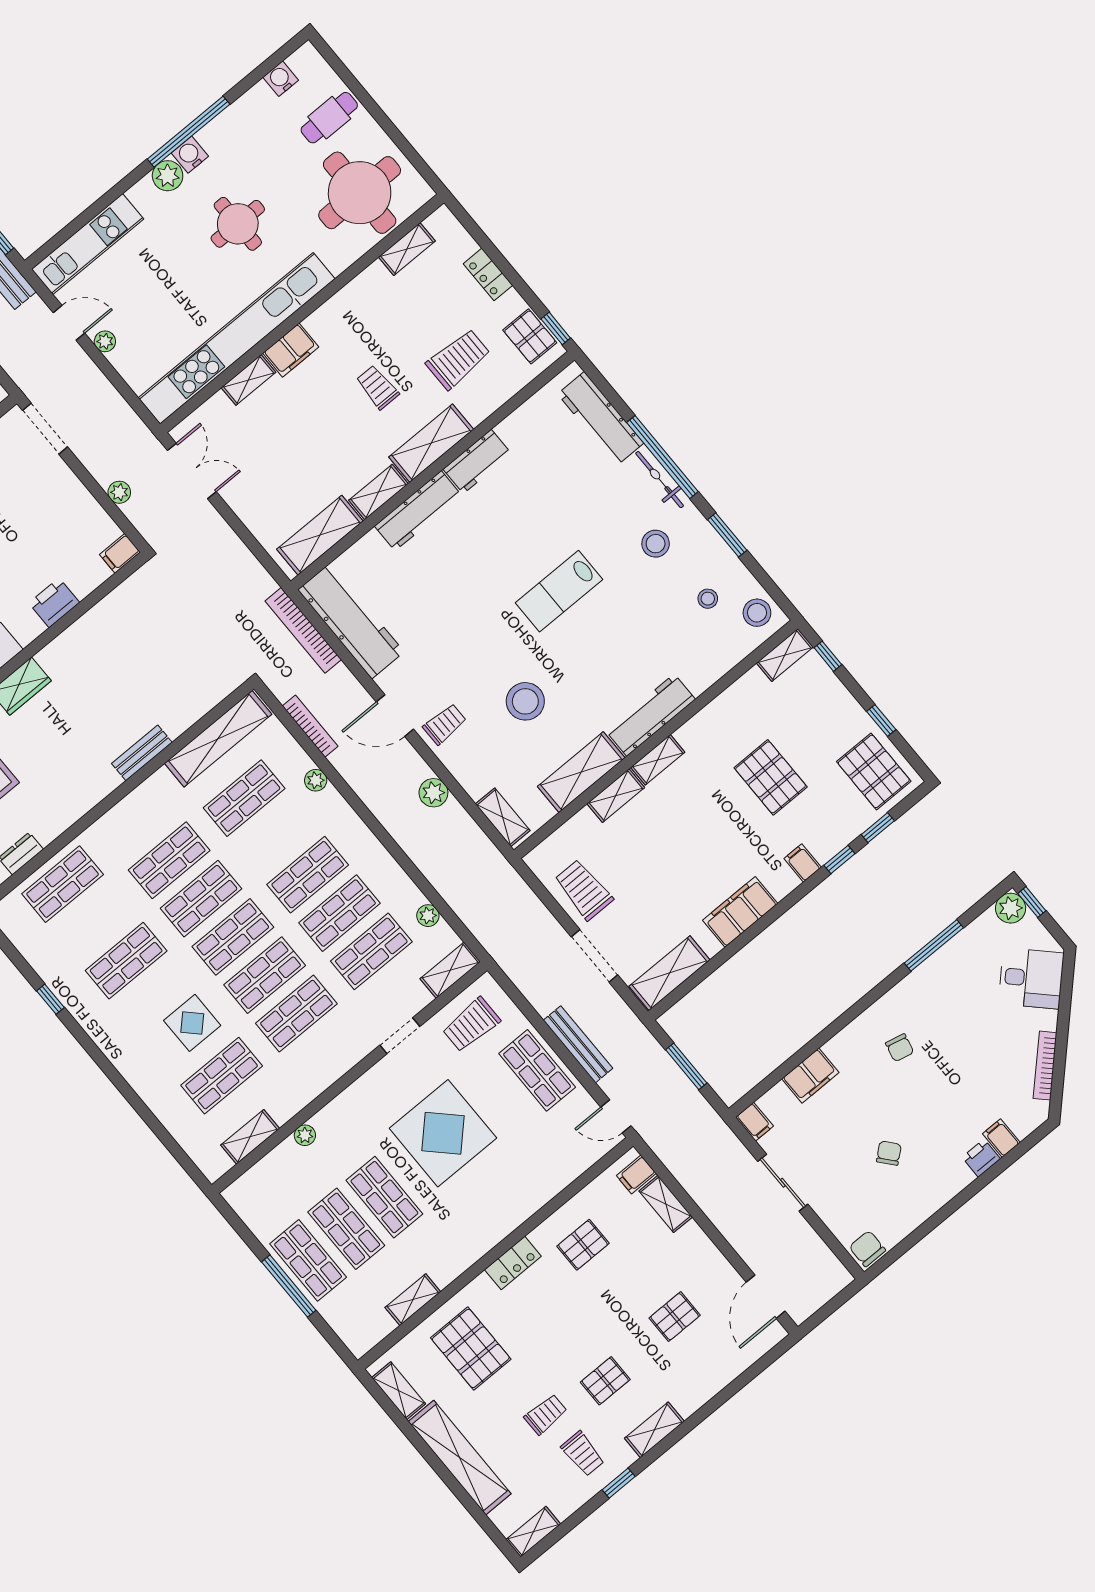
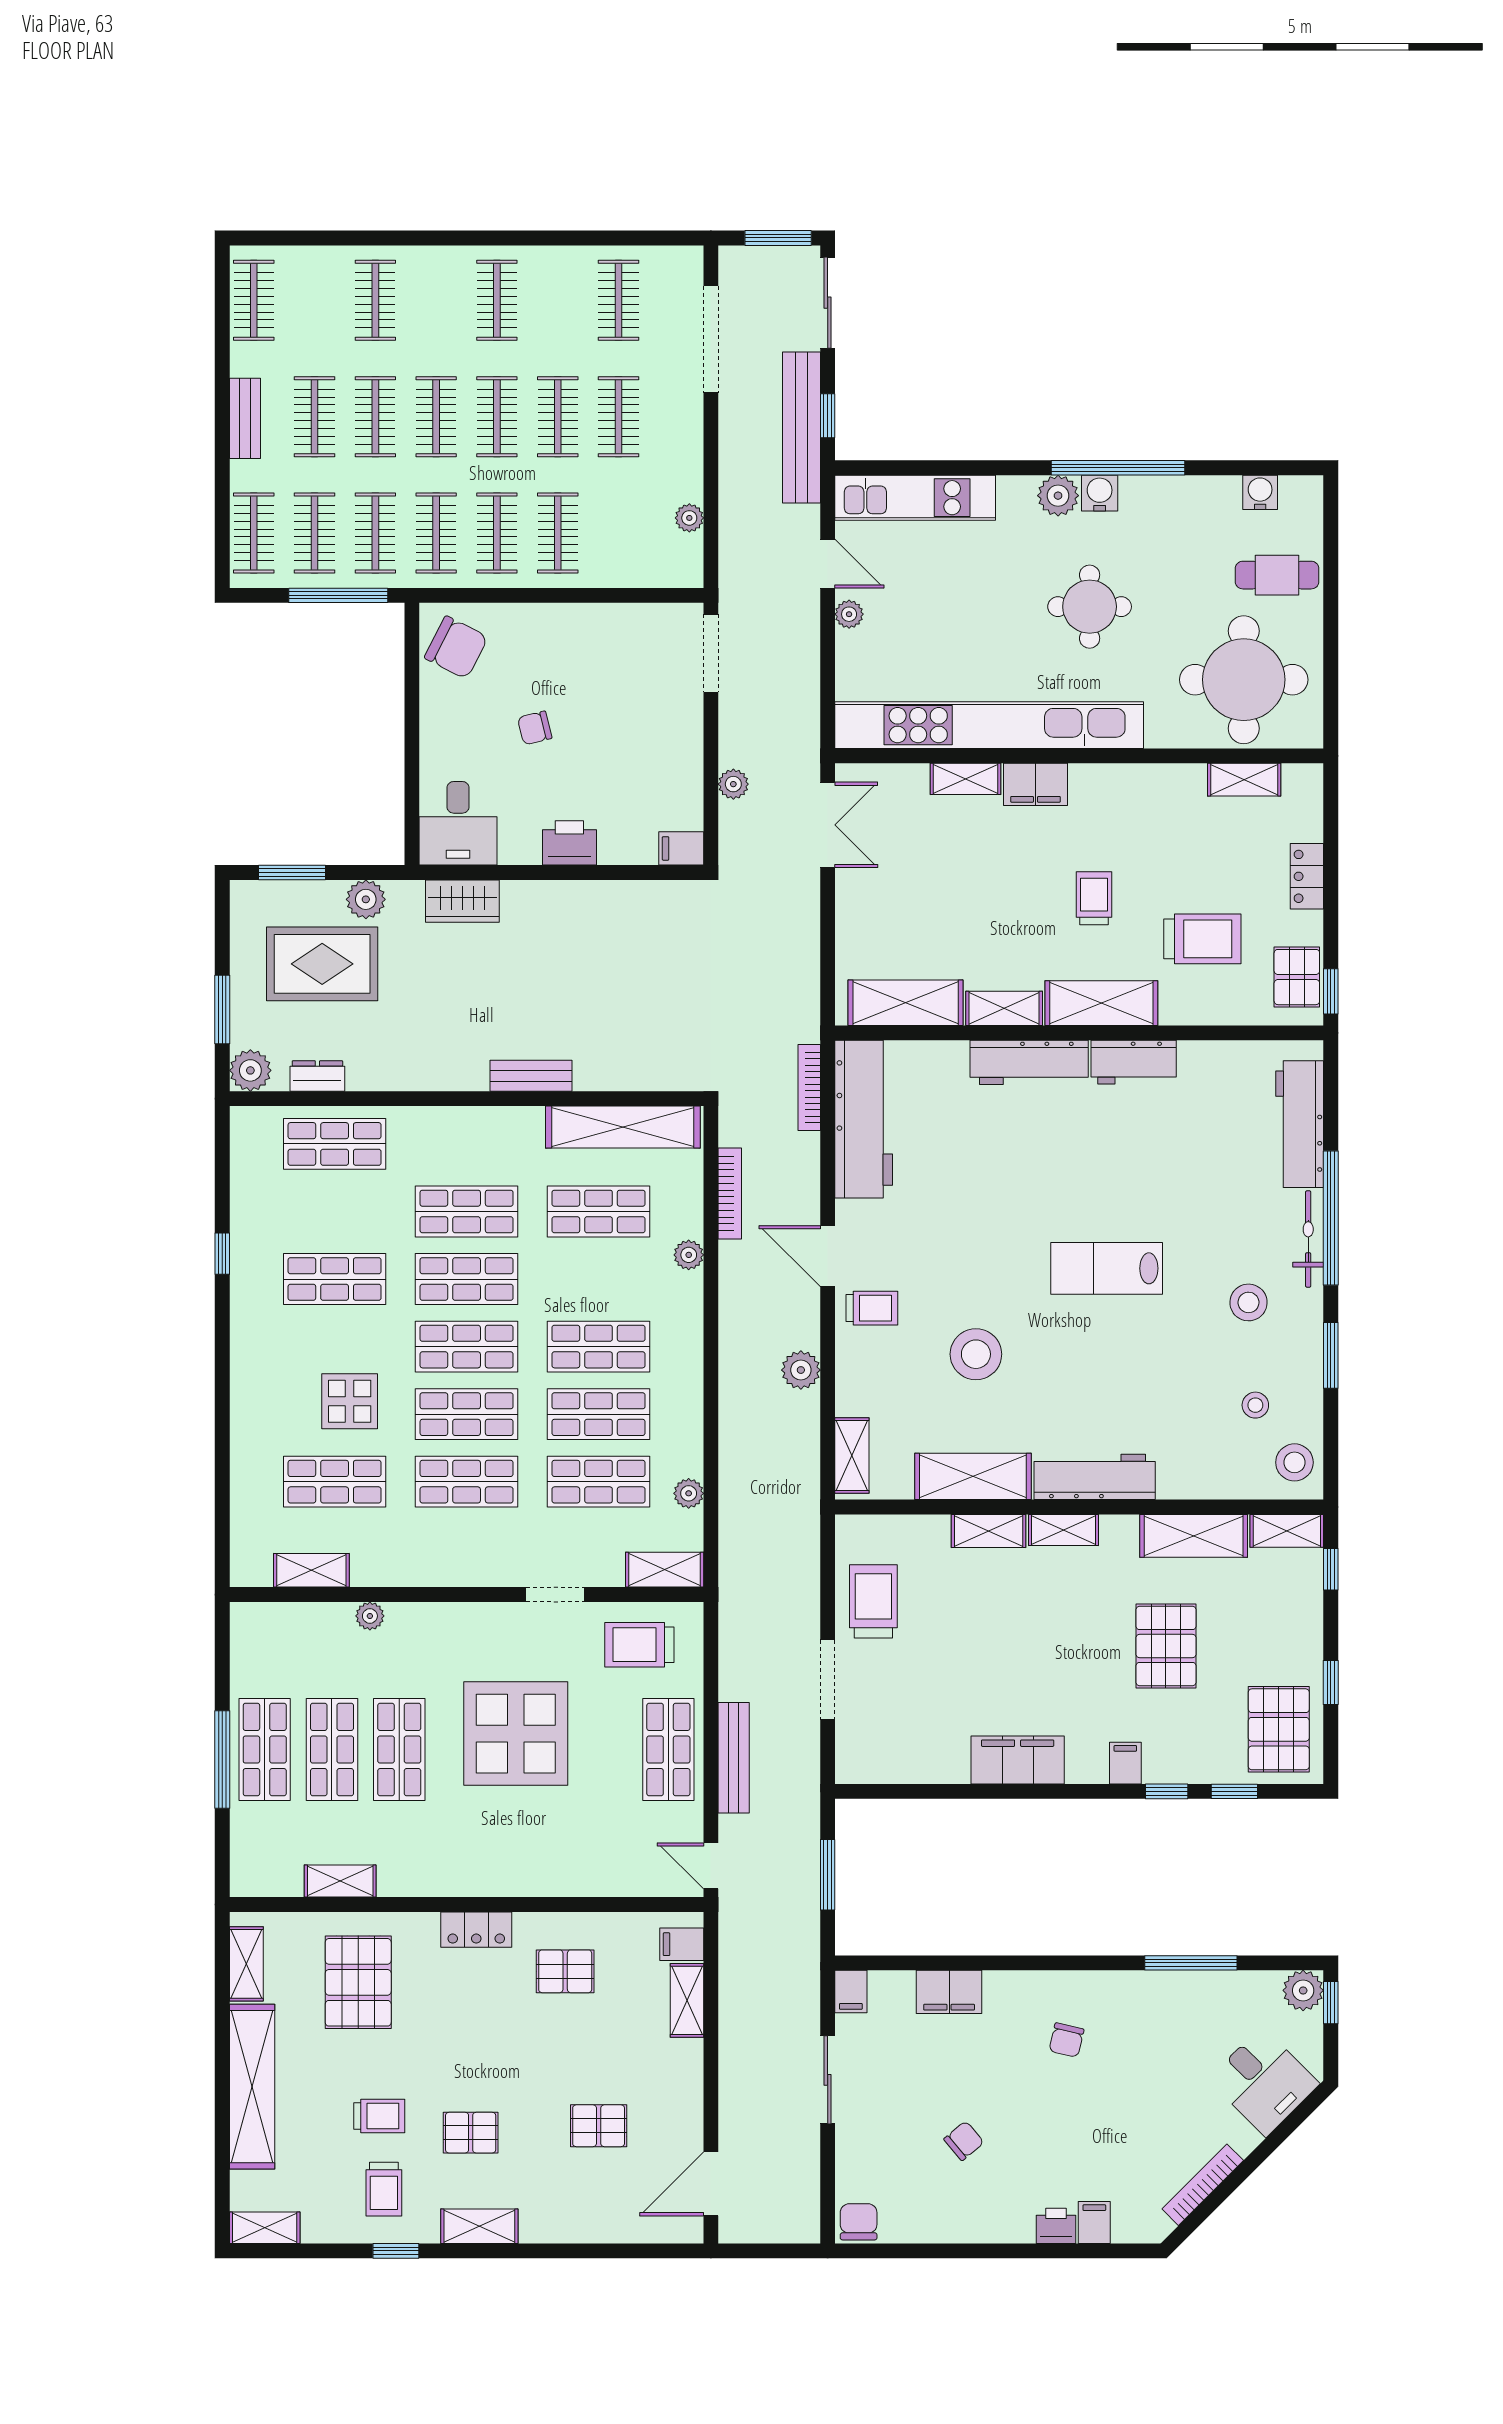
bookcase: (303, 630) -> (809, 1087), width x0.68, depth x0.76
shelving: (669, 973) -> (1194, 1536), moved

